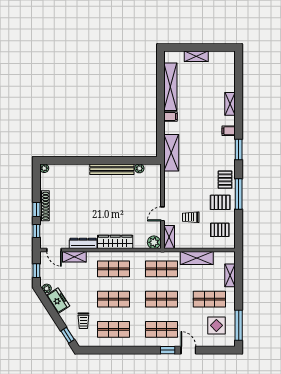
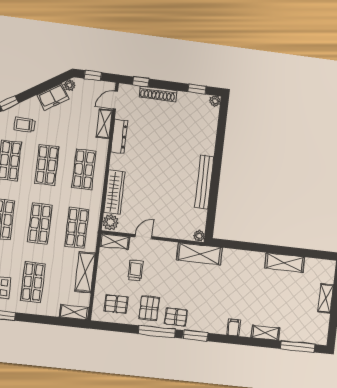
window: (239, 75) -> (298, 347), added
shelving: (170, 87) -> (285, 263), width x0.68
filing cabinet: (171, 116) -> (259, 260), removed
window: (239, 150) -> (195, 336), moved
shelving: (171, 153) -> (200, 254), moved
plant: (139, 168) -> (199, 236), moved
shoe rack: (44, 206) -> (158, 94), moved
window: (36, 209) -> (197, 89), moved
door: (163, 214) -> (144, 237), hinge flipped
pallet: (220, 230) -> (116, 304), turned 90
wardrobe: (115, 242) -> (114, 192), moved
shelving: (230, 275) -> (74, 312), moved

